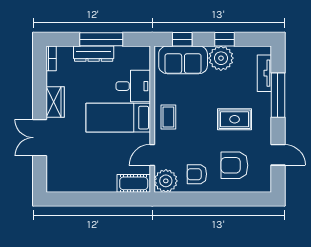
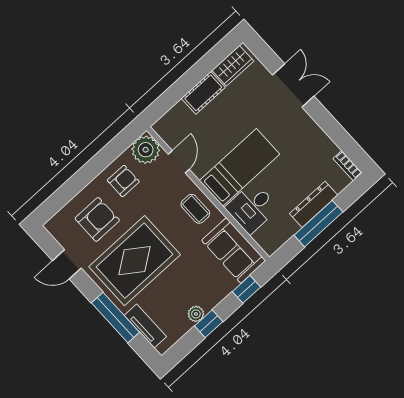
plant: (221, 58) -> (196, 314), width x0.53, depth x0.53
sofa: (183, 60) -> (234, 251), moved, turned -90
wardrobe: (55, 102) -> (233, 66), moved, turned -90
rug: (235, 119) -> (135, 261), width x1.86, depth x2.06
cot: (134, 183) -> (203, 93), moved

